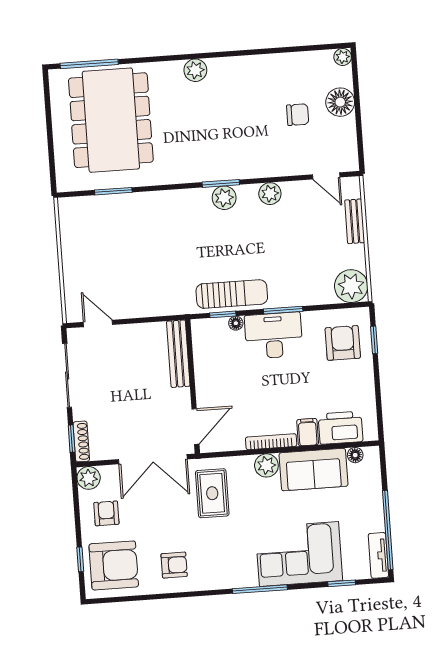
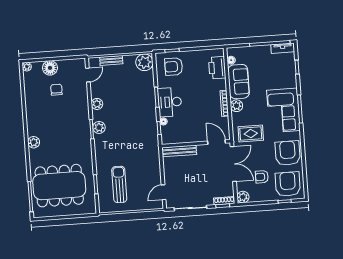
sun lounger: (232, 294) -> (119, 184), moved
filing cabinet: (308, 432) -> (219, 85), removed
armchair: (106, 513) -> (262, 177), moved
corner sofa: (299, 554) -> (283, 110), moved
armchair: (174, 565) -> (288, 153), width x1.88, depth x1.88

